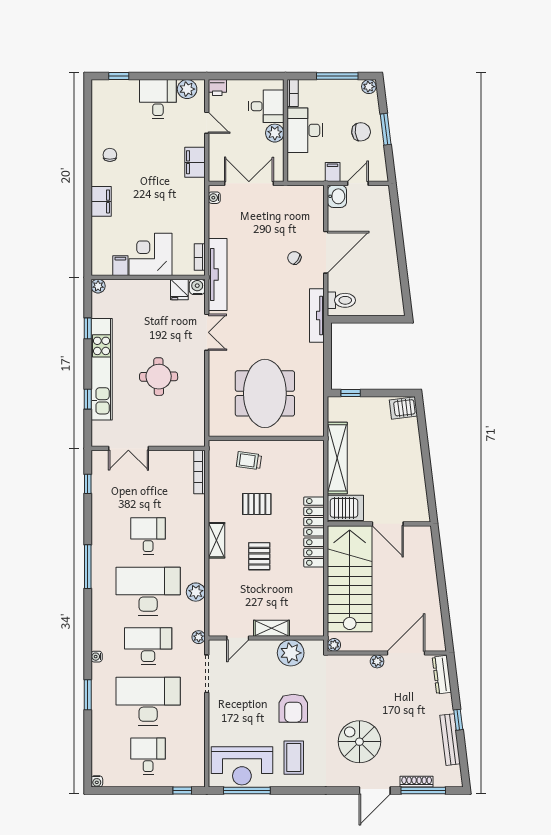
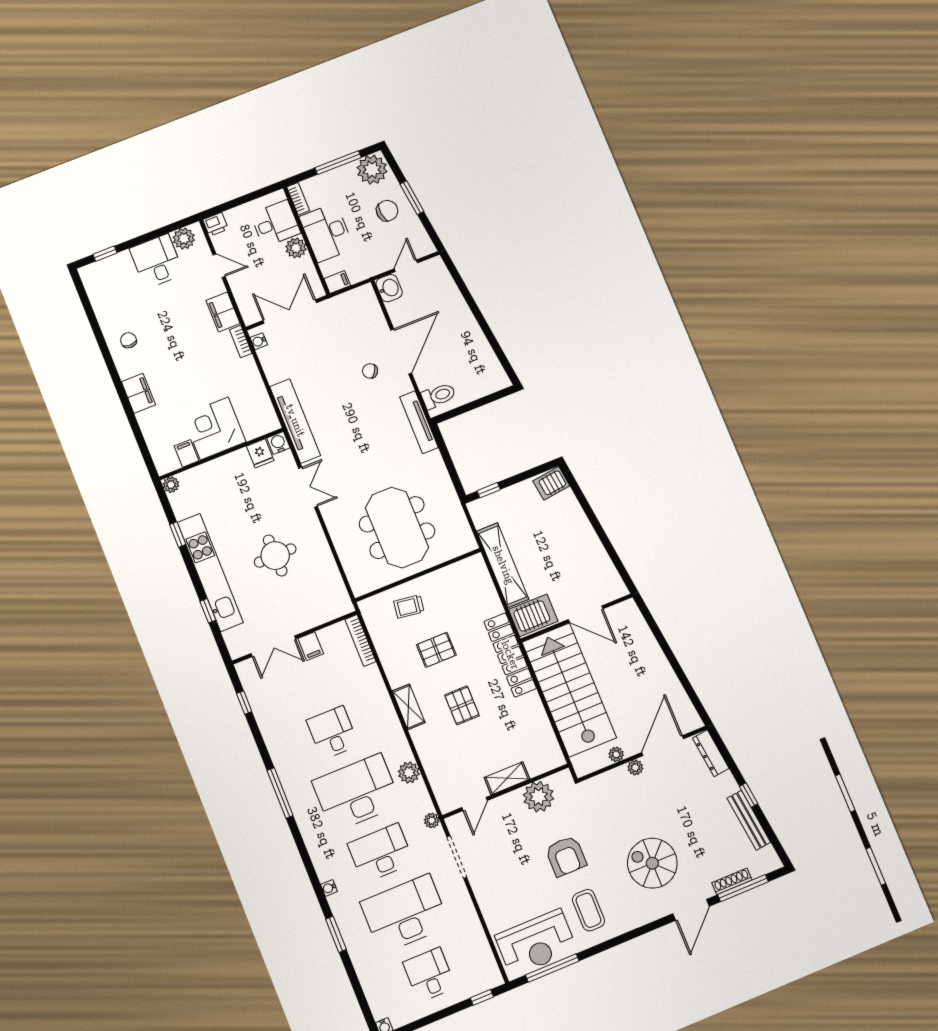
plant: (369, 87) -> (372, 170), width x1.88, depth x1.88
filing cabinet: (333, 172) -> (337, 282), moved, turned 90
bookcase: (200, 257) -> (241, 341), moved
filing cabinet: (158, 460) -> (311, 646), added
plant: (334, 645) -> (616, 754), moved

